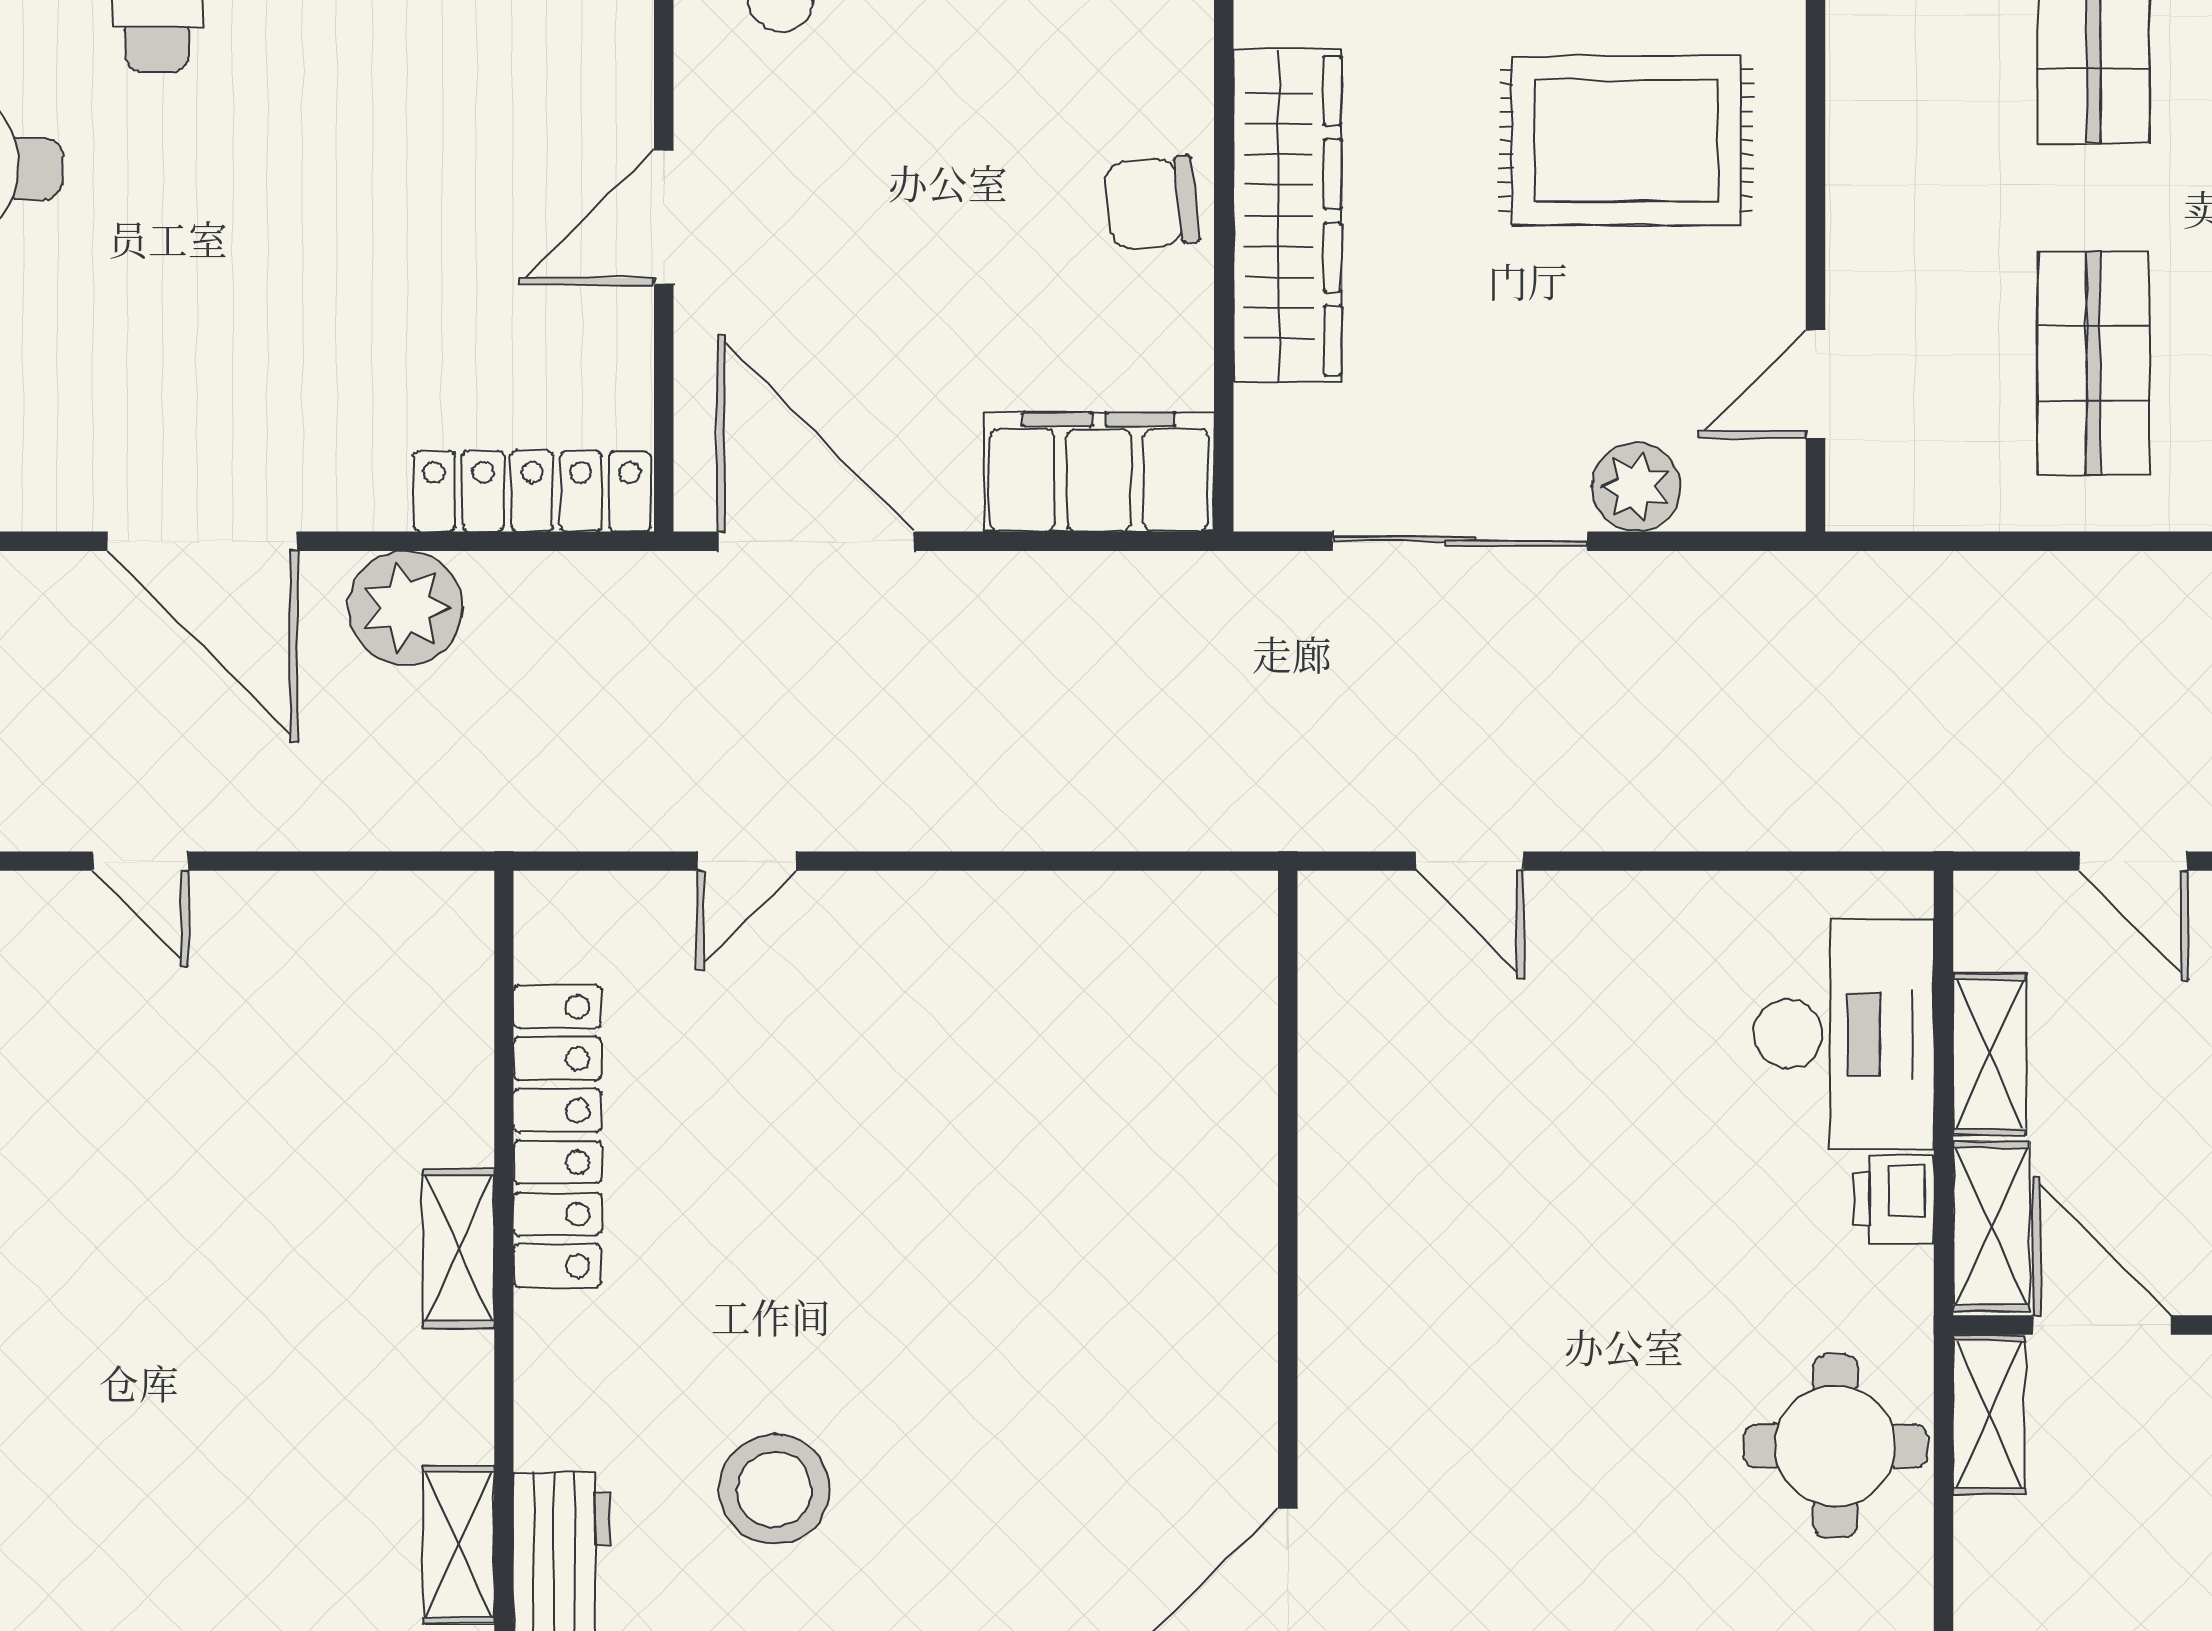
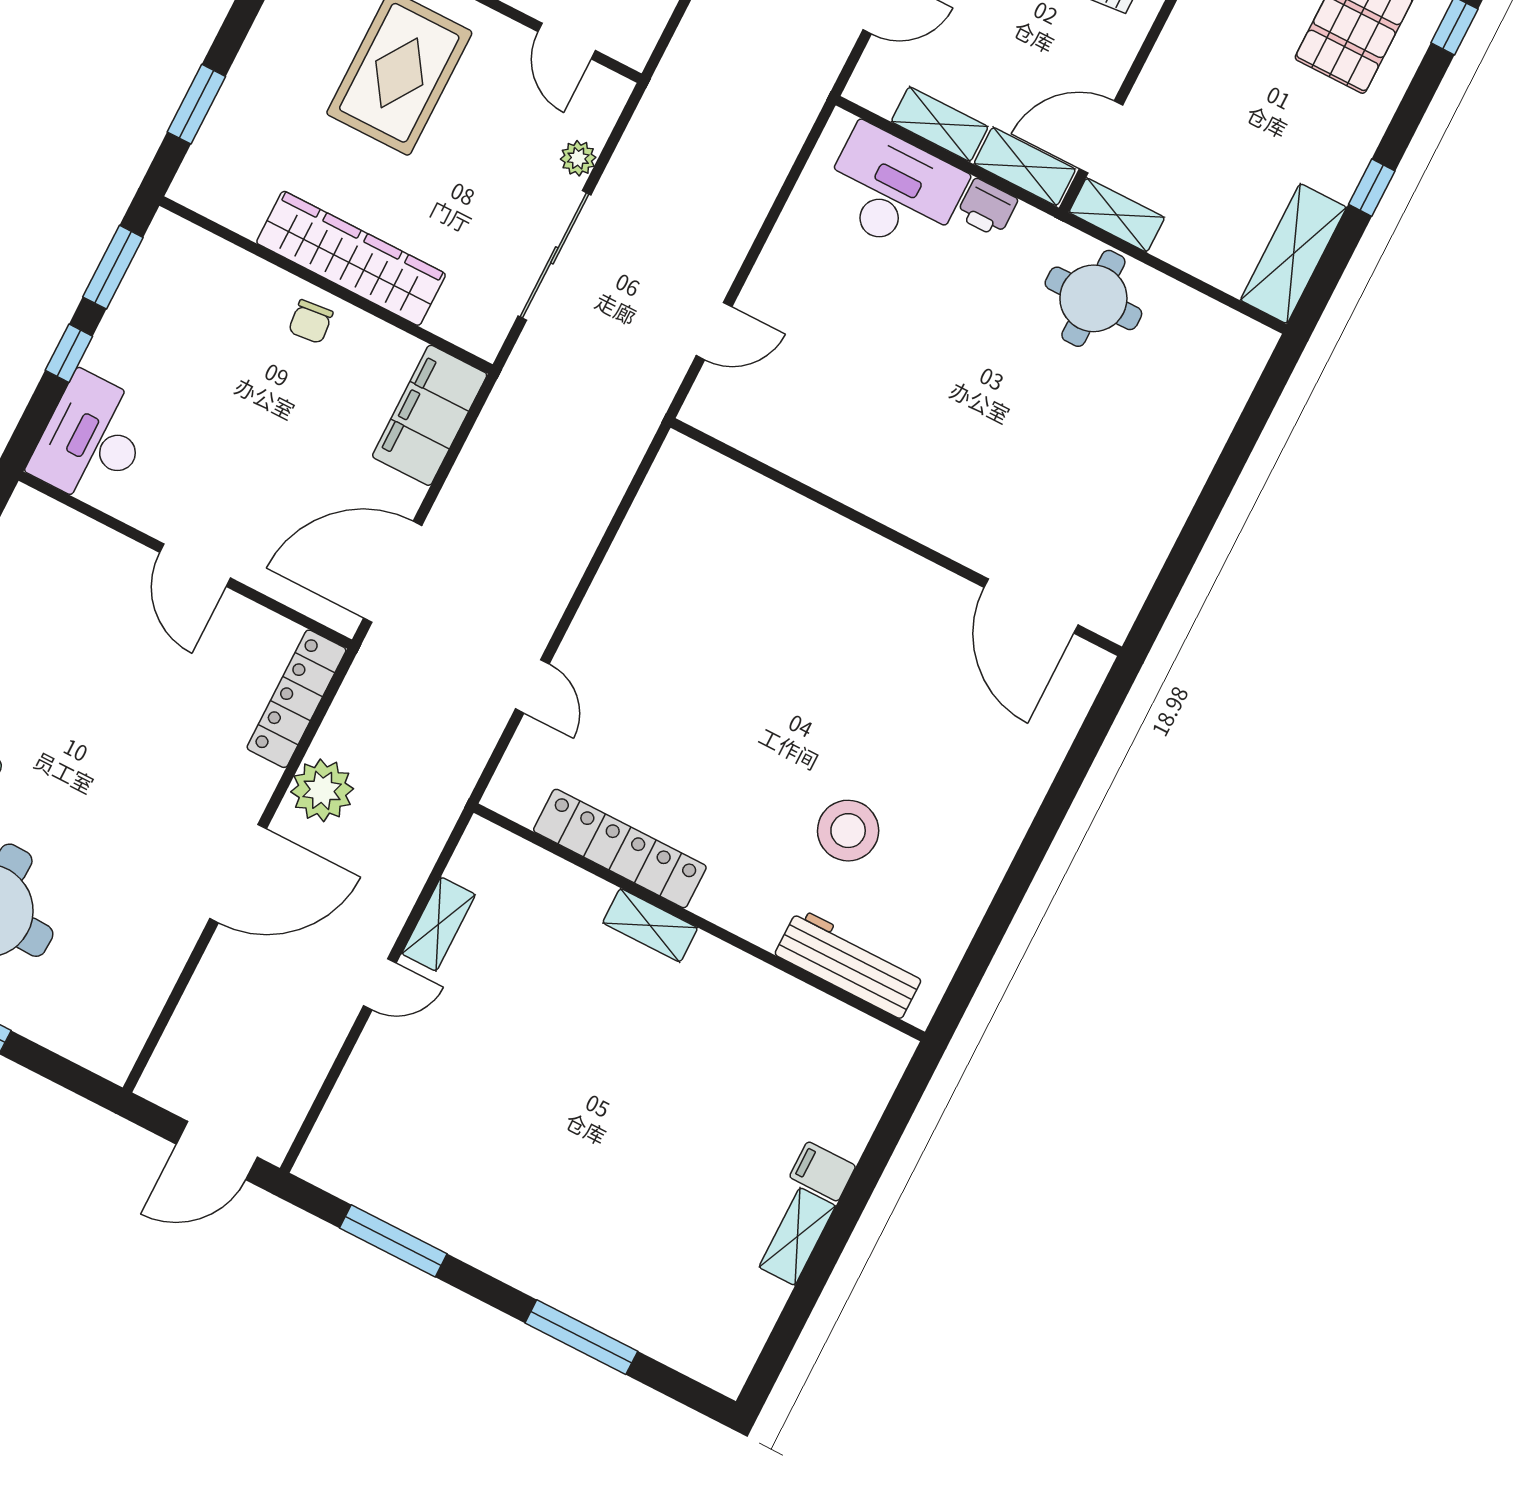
chair: (1152, 203) -> (311, 322), width x0.73, depth x0.73
plant: (1636, 487) -> (578, 158), width x0.73, depth x0.73
shelving: (459, 1545) -> (439, 924), moved, turned 90

